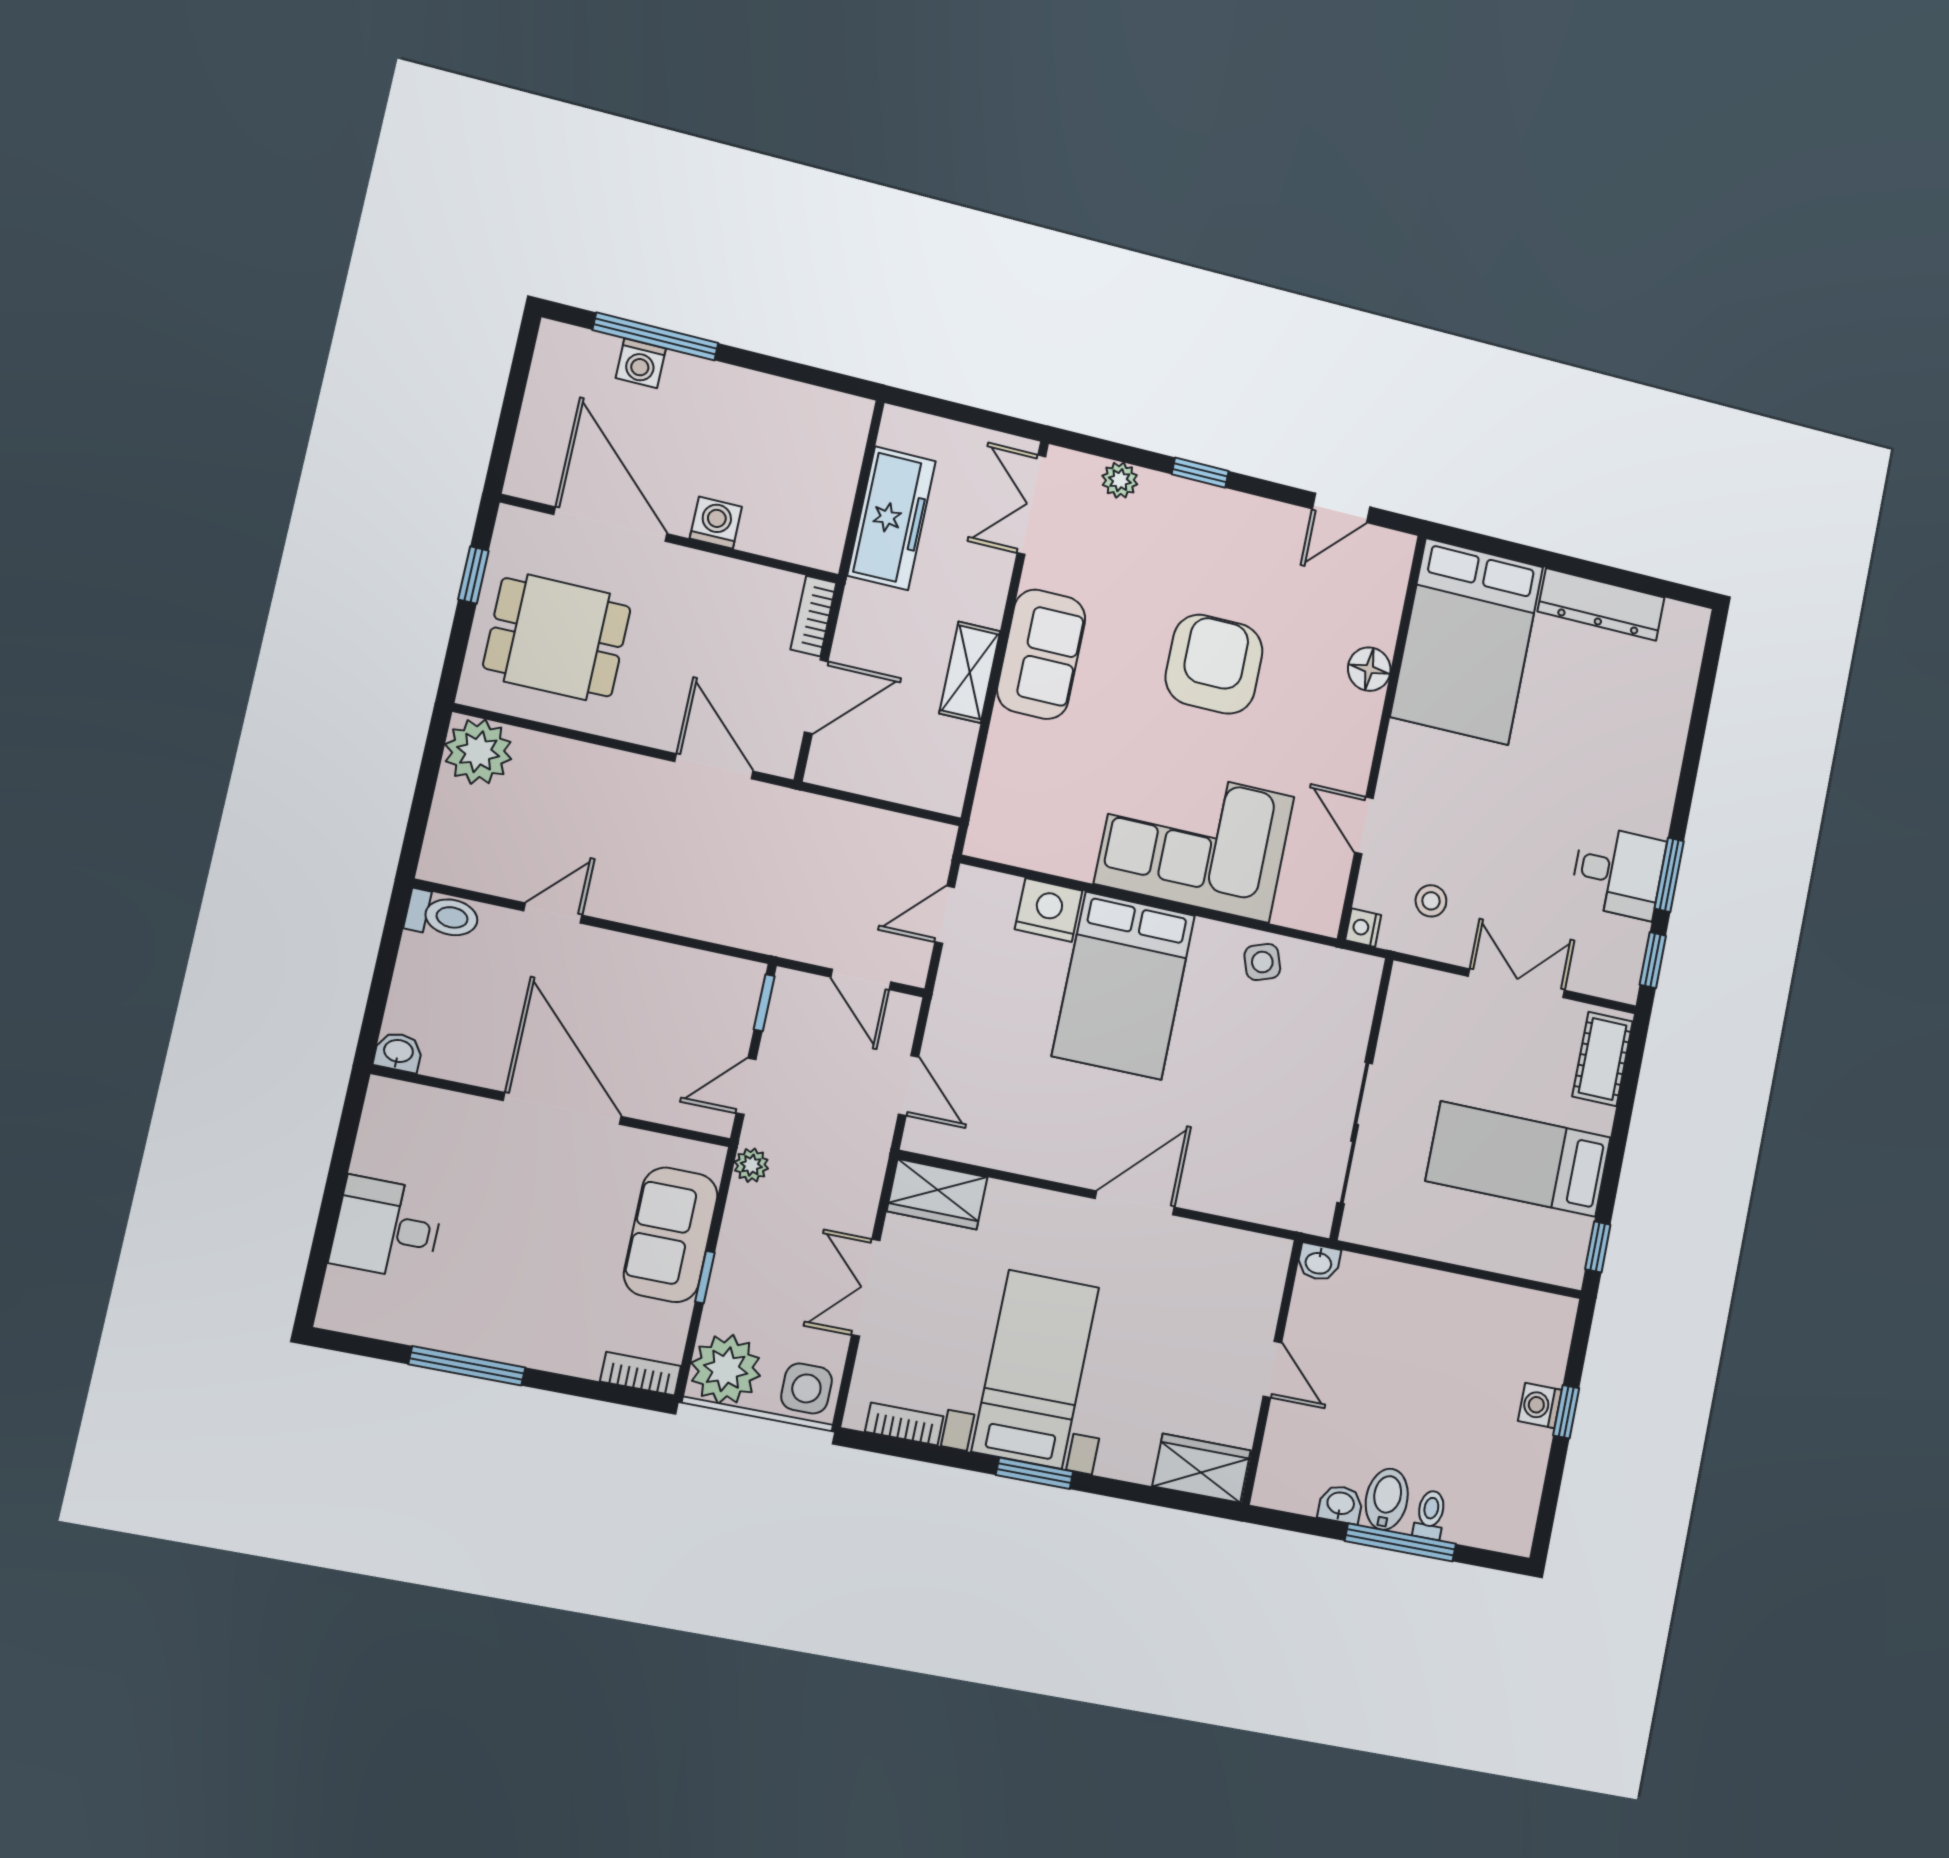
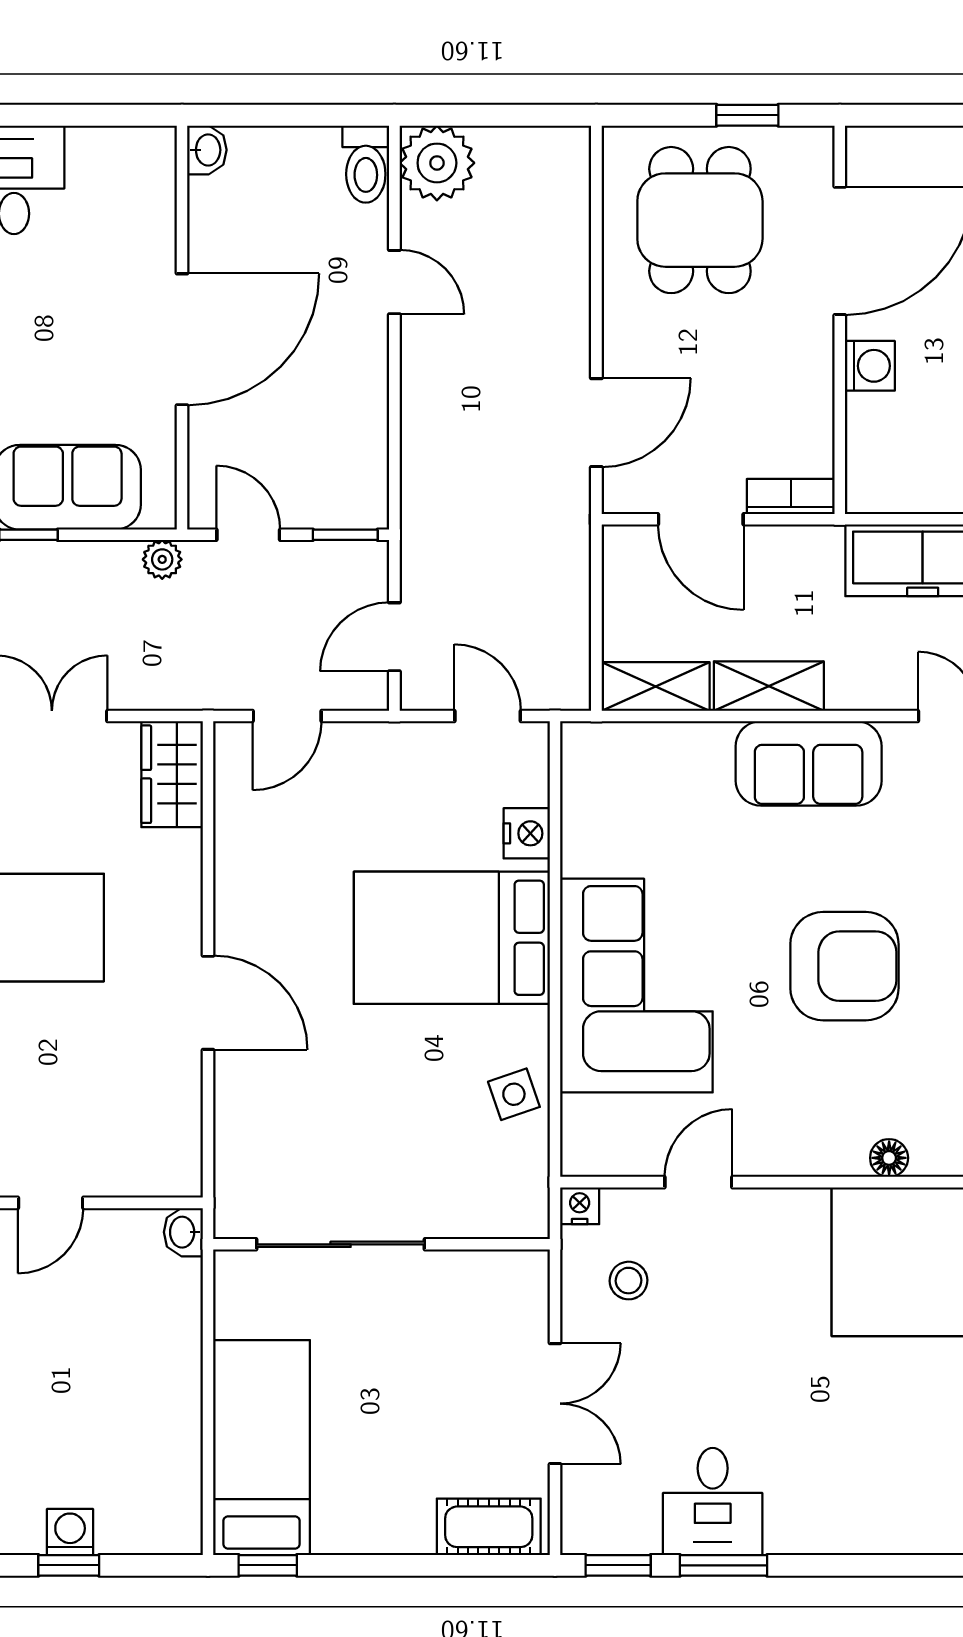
floor lamp: (1369, 669) -> (889, 1158), width x0.73, depth x0.73
plant: (478, 752) -> (437, 163), moved
shelving: (950, 767) -> (656, 687), added
nightstand: (1049, 910) -> (527, 833), width x0.74, depth x0.75
bed: (1518, 1159) -> (262, 1448), moved

